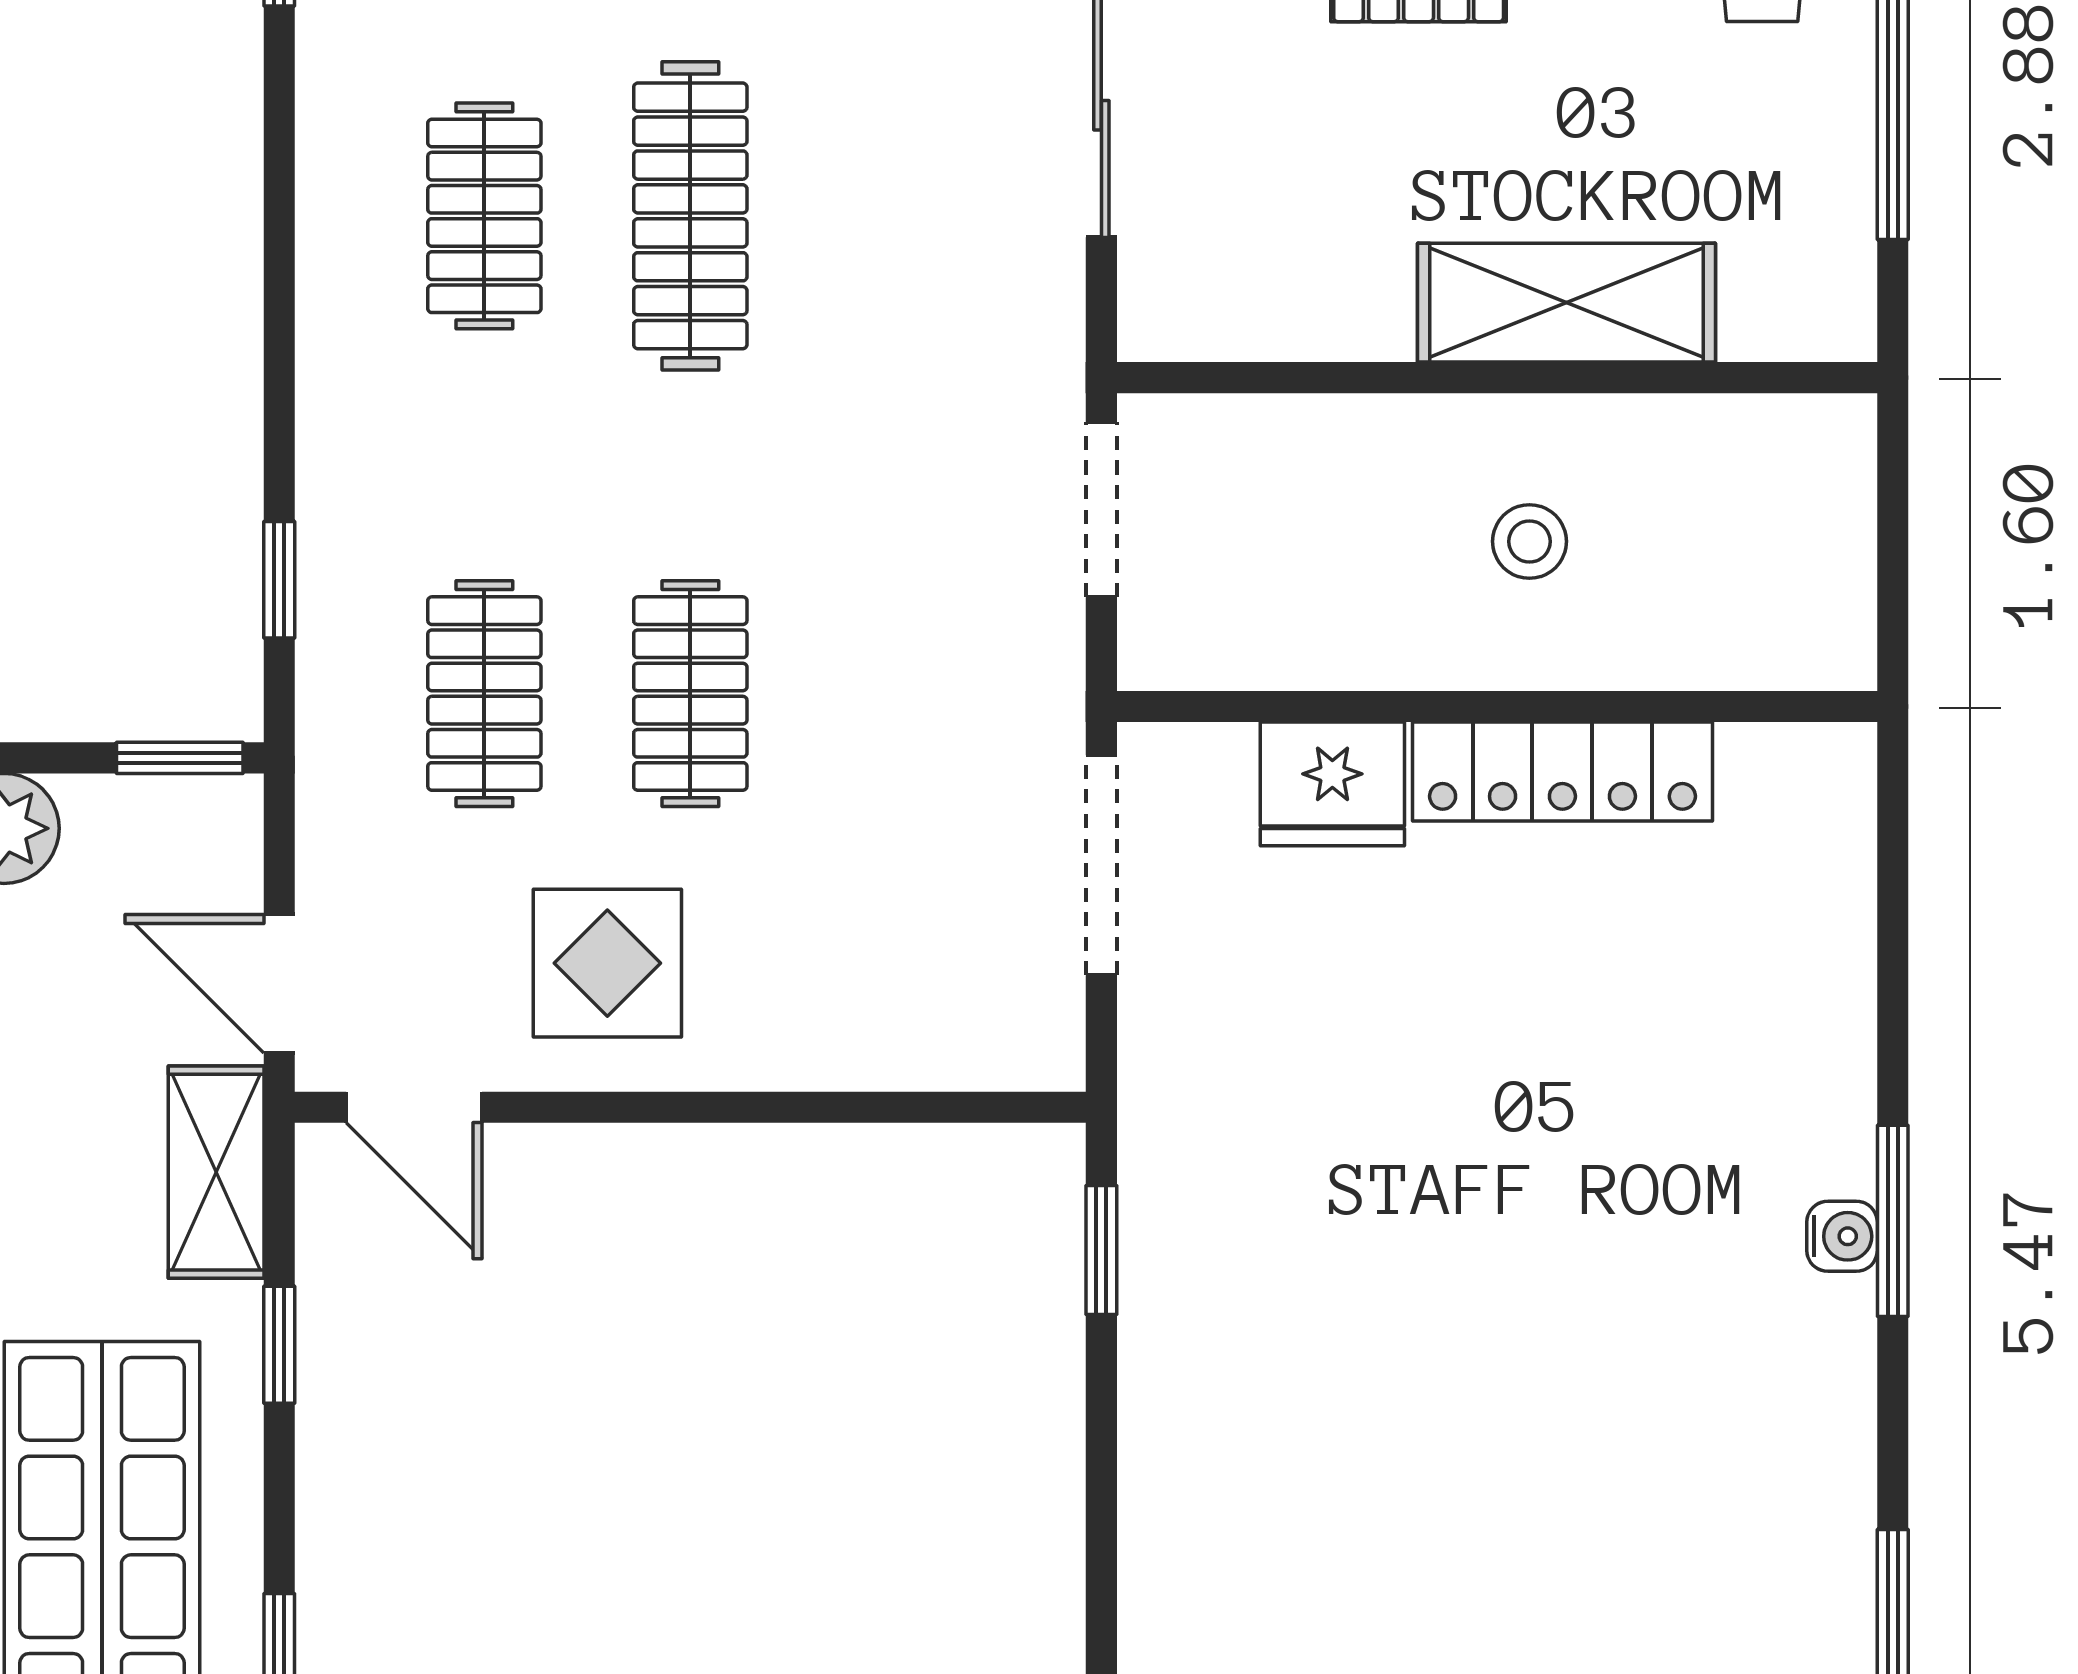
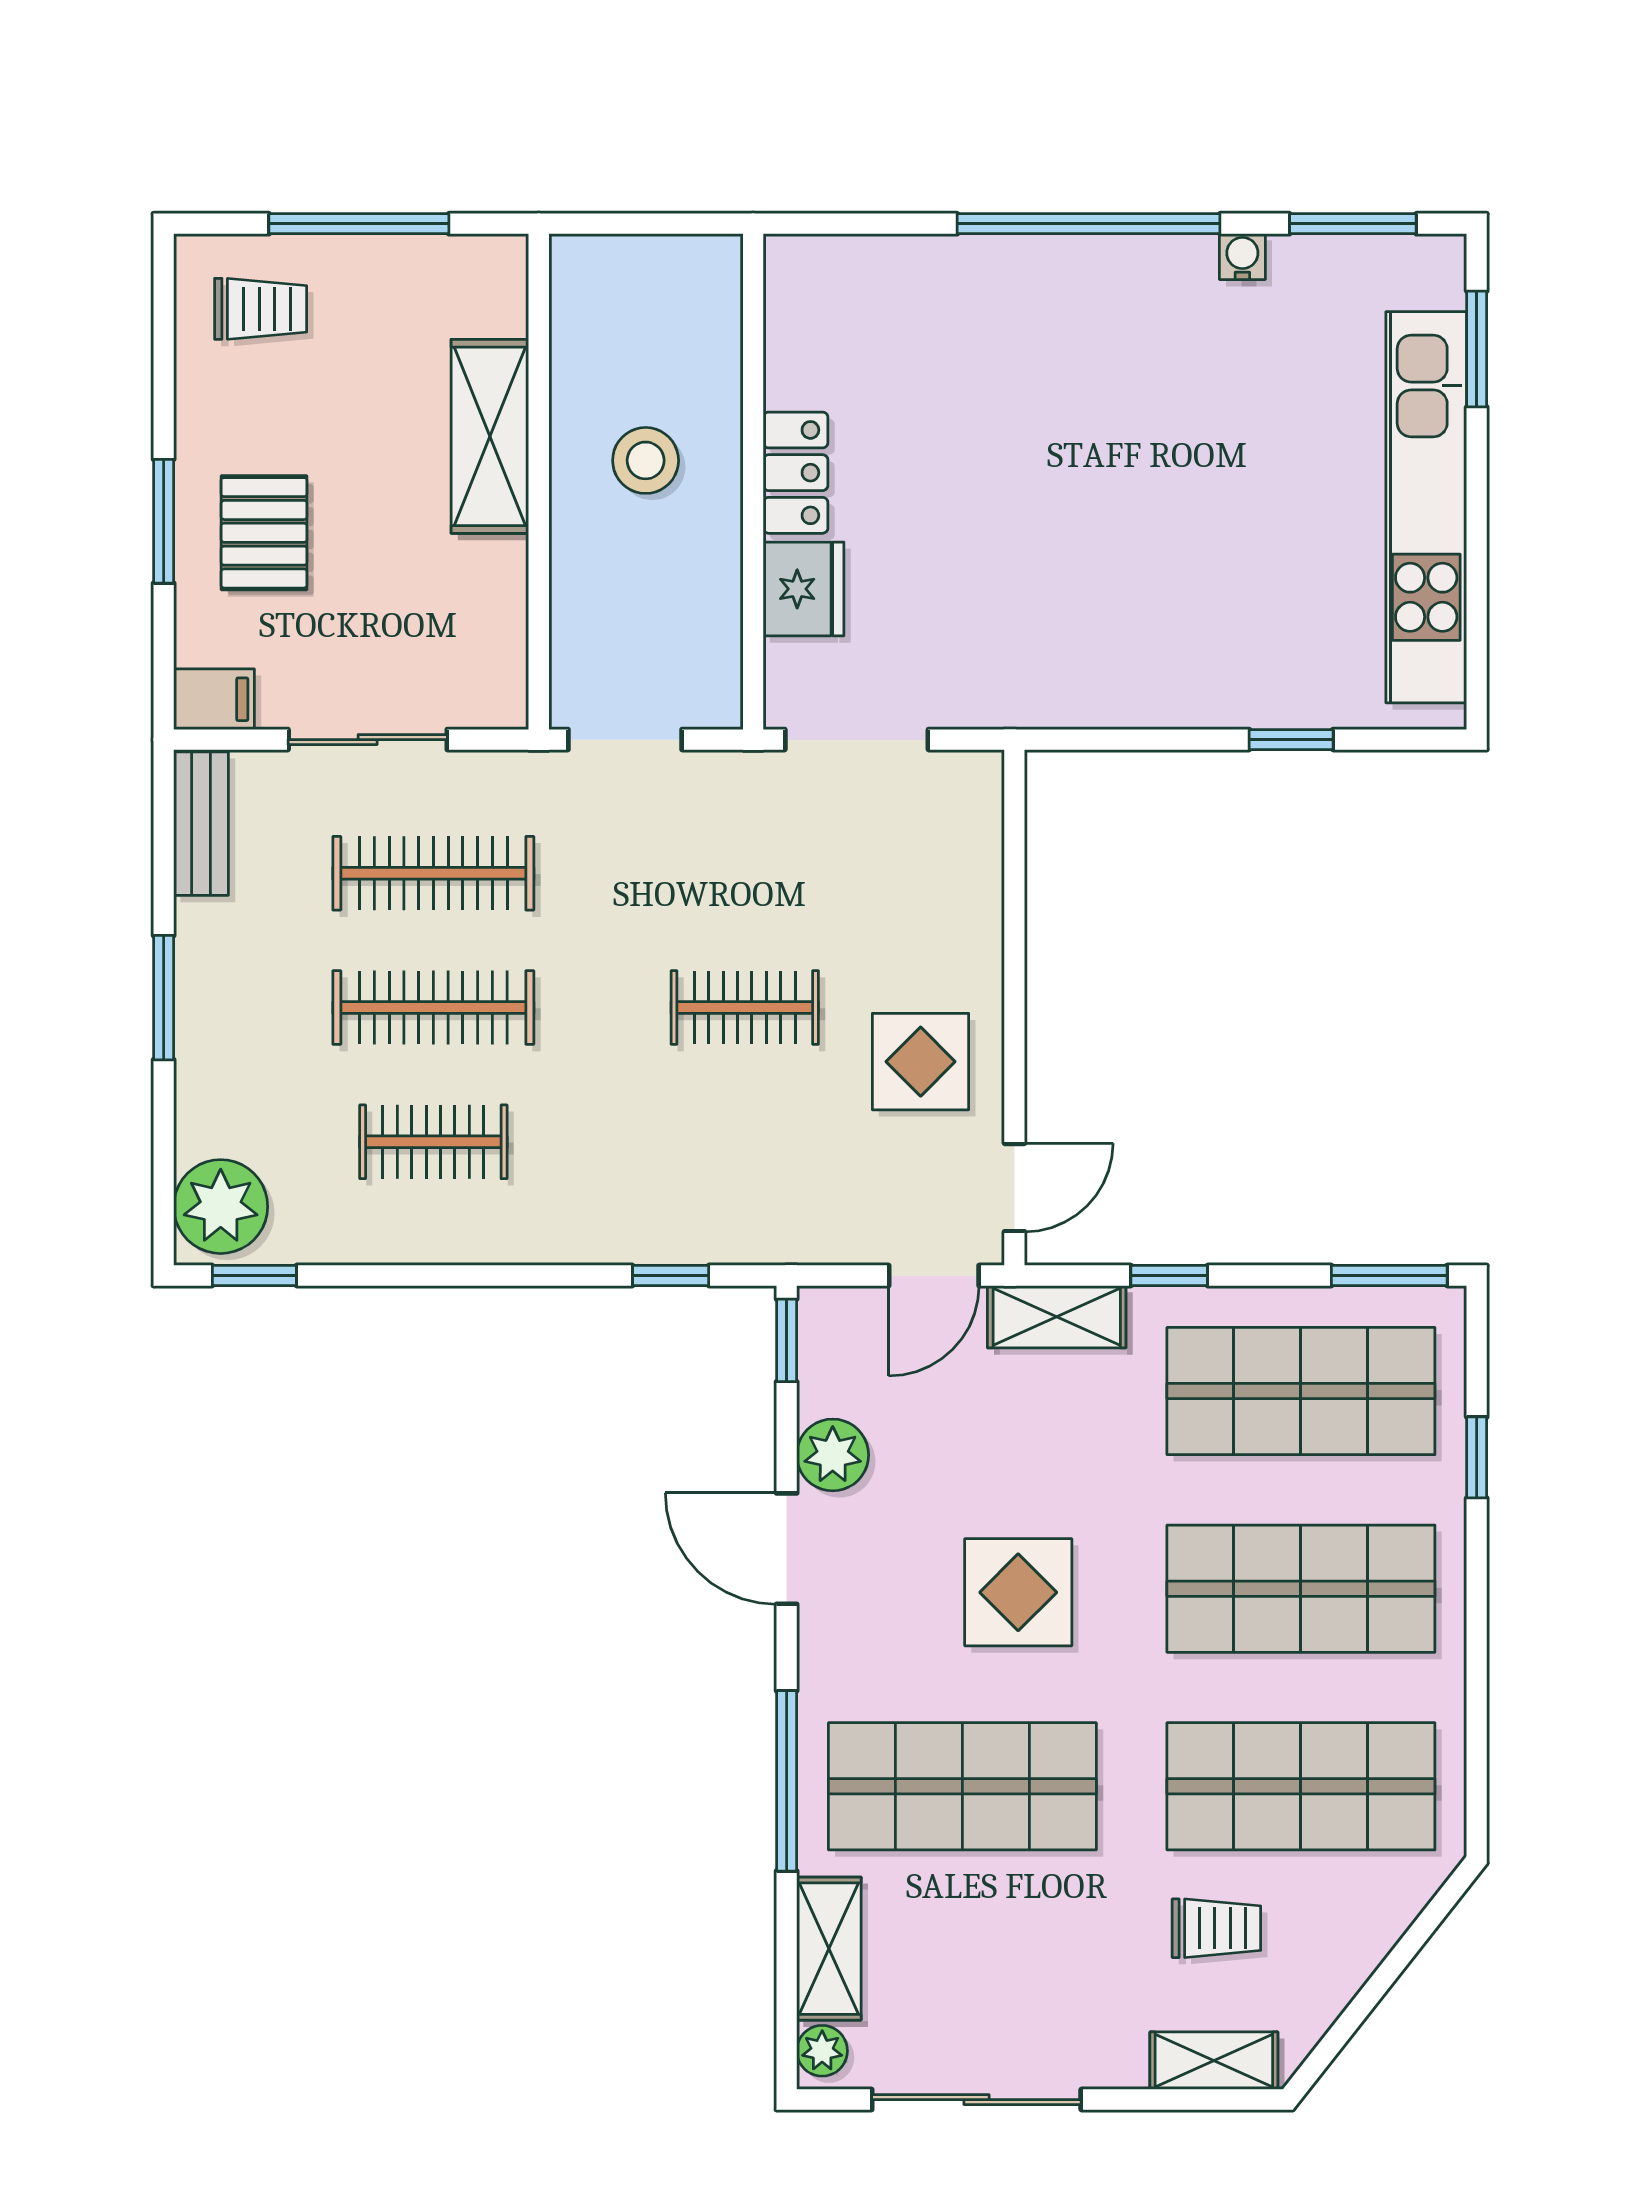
stool: (1529, 541) -> (646, 460), width x1.37, depth x1.37
clothes rail: (484, 694) -> (433, 873), moved, width x1.36
locker: (1562, 772) -> (796, 473), width x0.66
window: (1893, 1221) -> (1089, 224), width x2.11
water cooler: (1842, 1236) -> (1242, 257), moved
window: (1101, 1250) -> (1291, 740), moved

